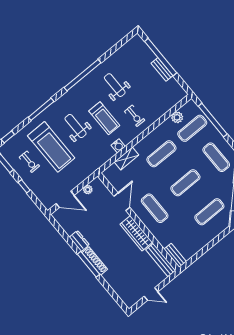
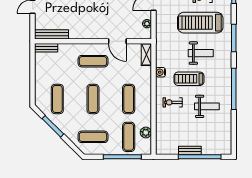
shelving: (126, 158) -> (146, 55), moved
wardrobe: (136, 233) -> (86, 33), removed

